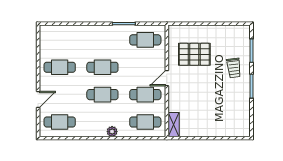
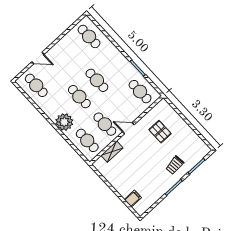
pallet: (194, 54) -> (160, 132), width x0.67, depth x0.71
cafe table: (60, 67) -> (89, 36), moved
shelving: (174, 125) -> (112, 152), moved
filing cabinet: (229, 129) -> (133, 199), added
plant: (112, 132) -> (64, 122), width x1.88, depth x1.88

